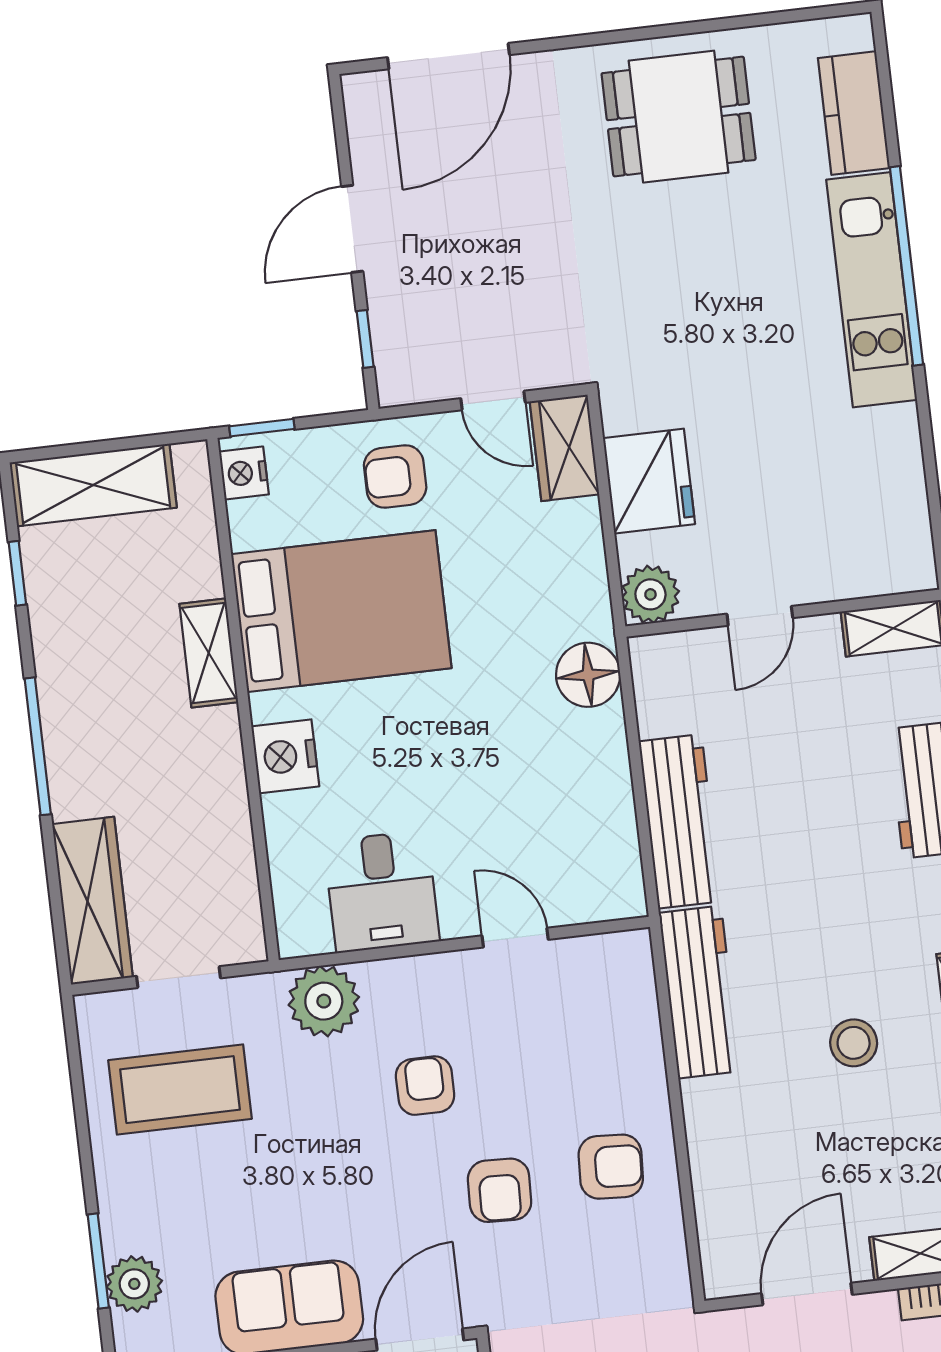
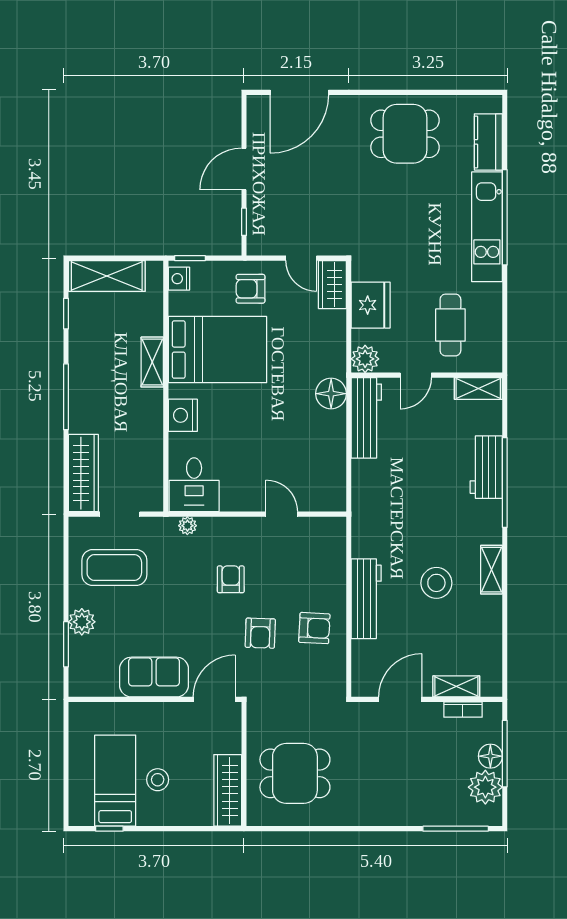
cafe table: (820, 503) -> (450, 325), added
workbench: (680, 821) -> (366, 418), moved
desk: (382, 891) -> (194, 485), moved
workbench: (700, 992) -> (366, 599), moved
plant: (324, 1001) -> (187, 526), width x0.53, depth x0.53
stool: (854, 1043) -> (436, 583), width x1.38, depth x1.38
plant: (134, 1284) -> (82, 622), moved

